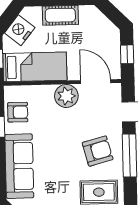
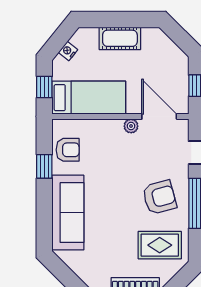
nightstand: (20, 30) -> (68, 51), width x0.53, depth x0.56
plant: (66, 96) -> (131, 126), width x0.53, depth x0.53

